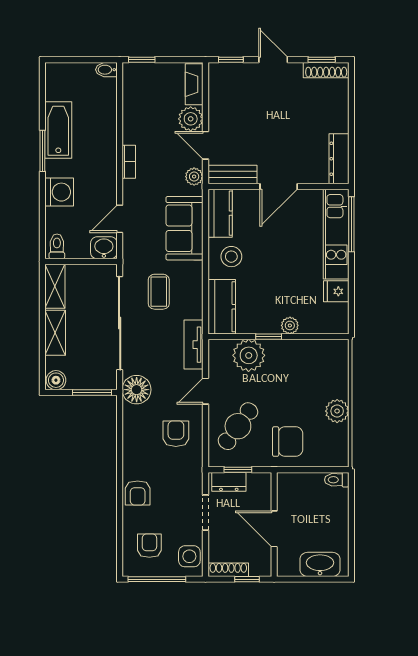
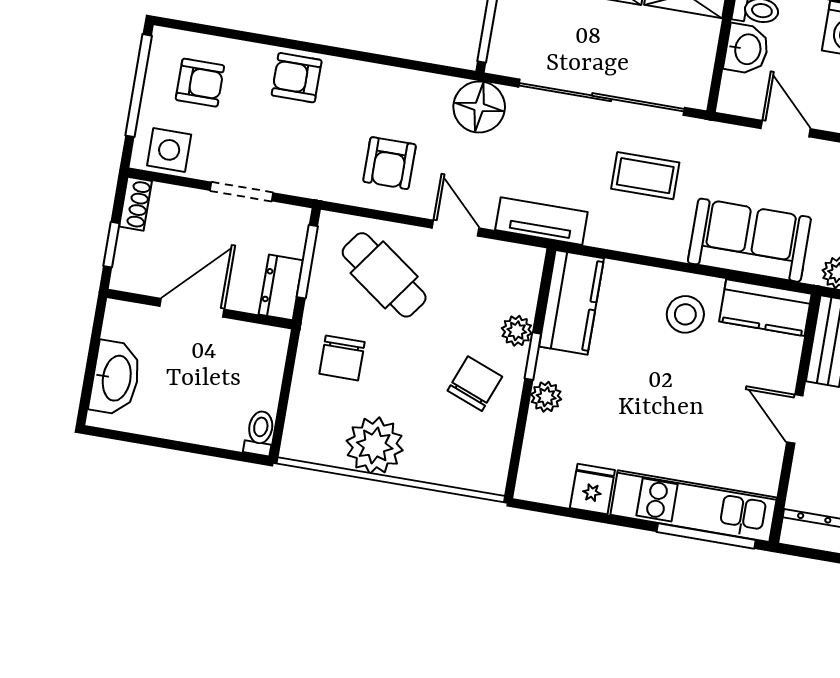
door: (279, 186) -> (795, 419), width x0.73
washbasin: (104, 248) -> (747, 49), moved
kitchen counter: (222, 307) -> (571, 302), moved, turned -90
plant: (249, 355) -> (517, 331), width x0.53, depth x0.53
chair: (289, 366) -> (475, 384), added
plant: (337, 411) -> (375, 445), width x1.36, depth x1.36
armchair: (176, 434) -> (389, 163), turned 90
chair: (288, 442) -> (342, 358), width x0.73, depth x0.73
window: (238, 470) -> (307, 262), width x1.50
dresser: (229, 482) -> (281, 287), moved
shoe rack: (228, 570) -> (136, 204), width x0.70

